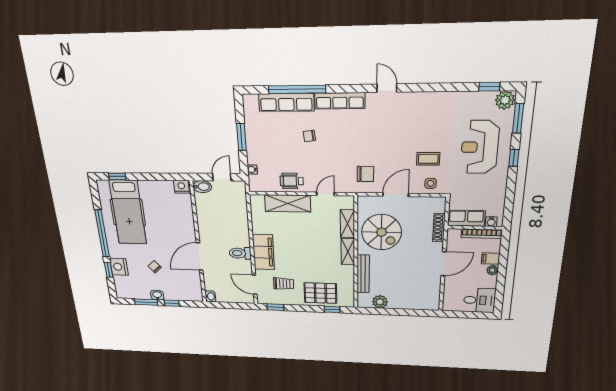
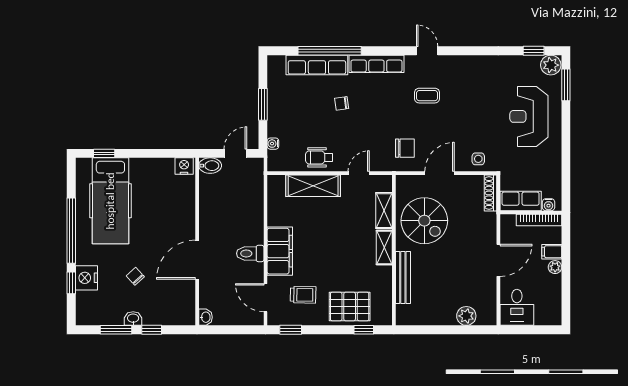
window: (514, 158) -> (566, 128), removed
coffee table: (428, 159) -> (427, 96), moved
shoe rack: (439, 228) -> (490, 193), moved
desk: (479, 300) -> (517, 307), moved, turned 90
plant: (380, 302) -> (466, 316), moved

